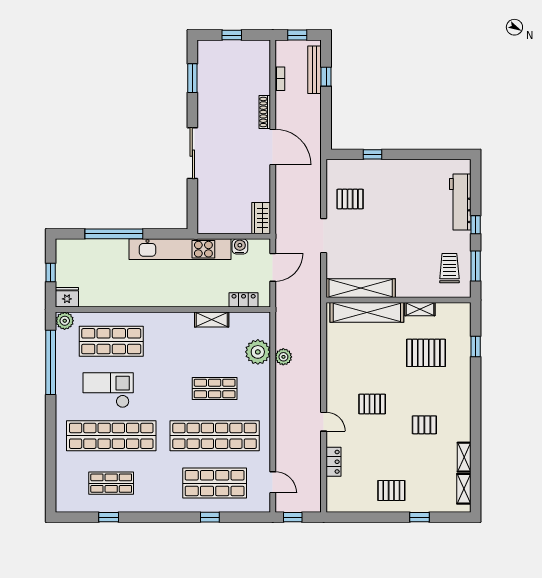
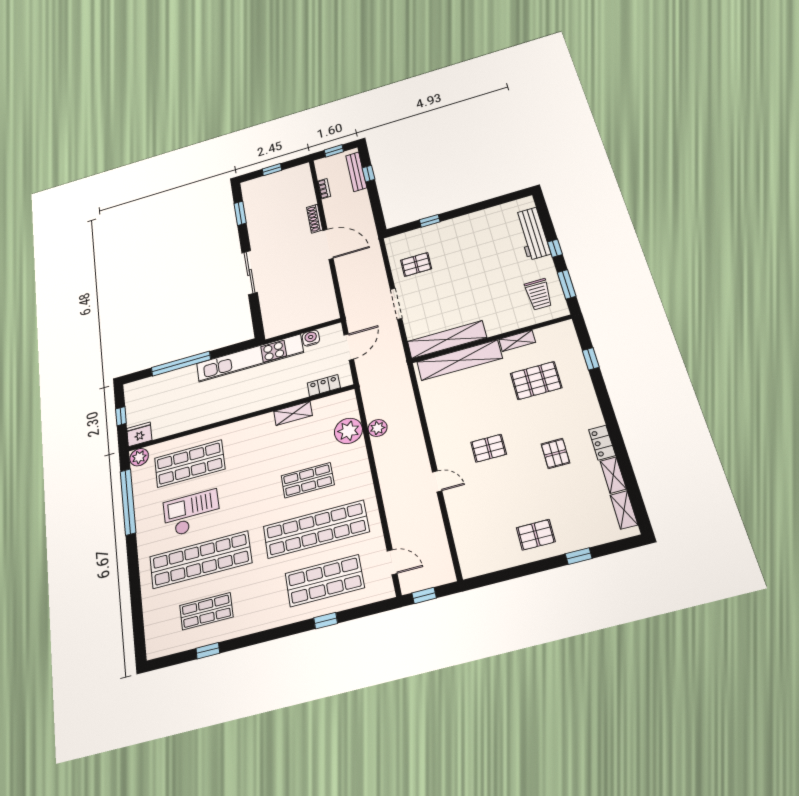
wardrobe: (261, 218) -> (328, 307), removed
trolley: (449, 268) -> (538, 294), turned 180
pallet: (424, 425) -> (555, 453), turned 90
locker: (333, 462) -> (602, 443), moved, turned 180

